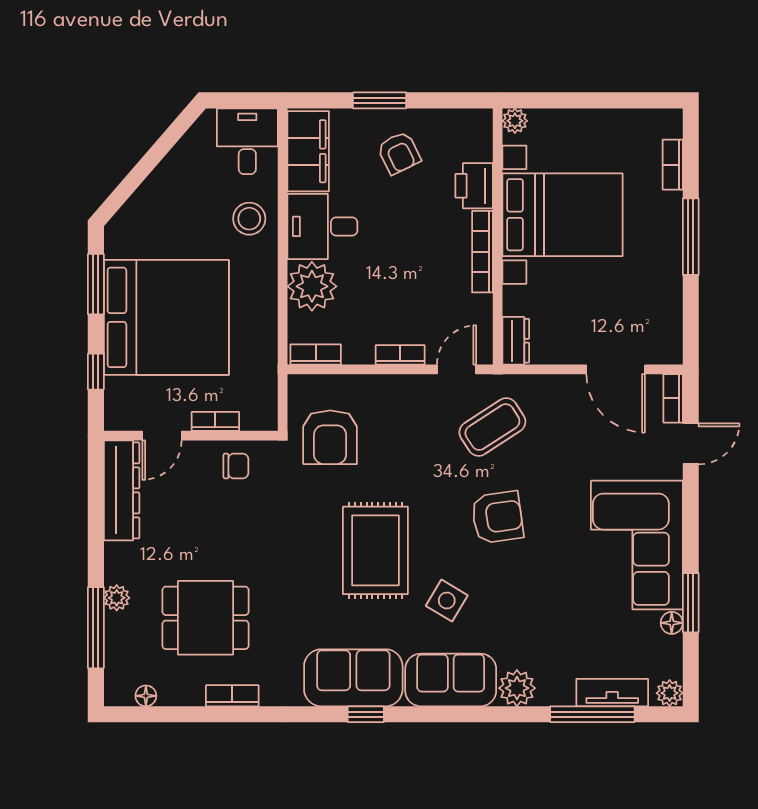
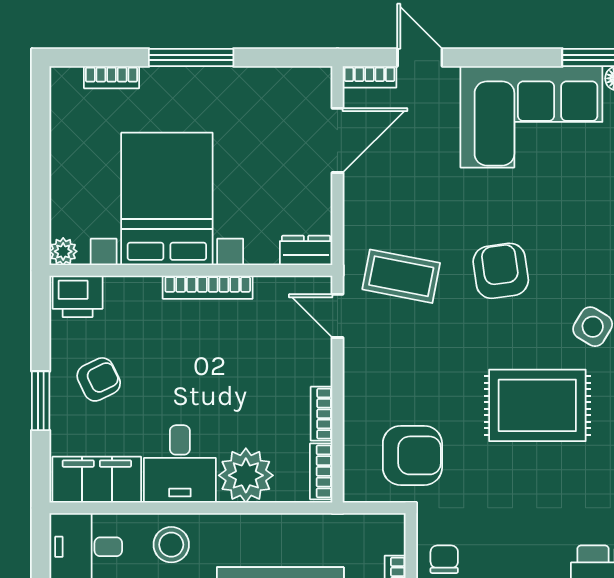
printer: (474, 186) -> (78, 296), moved
bookcase: (400, 355) -> (321, 414), moved
coffee table: (492, 427) -> (401, 276), turned -46

